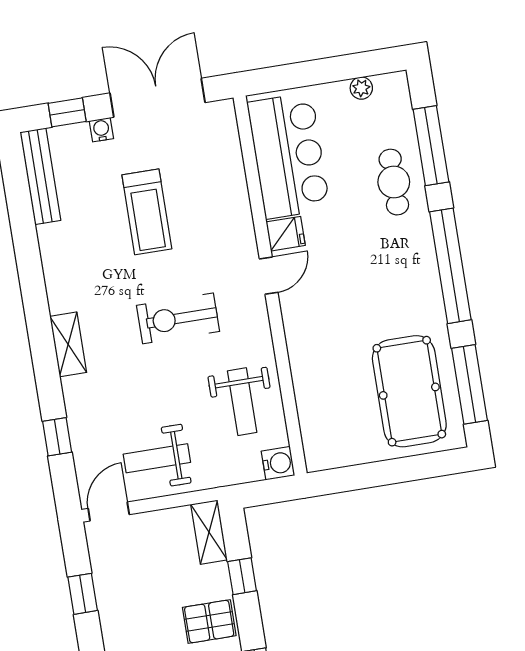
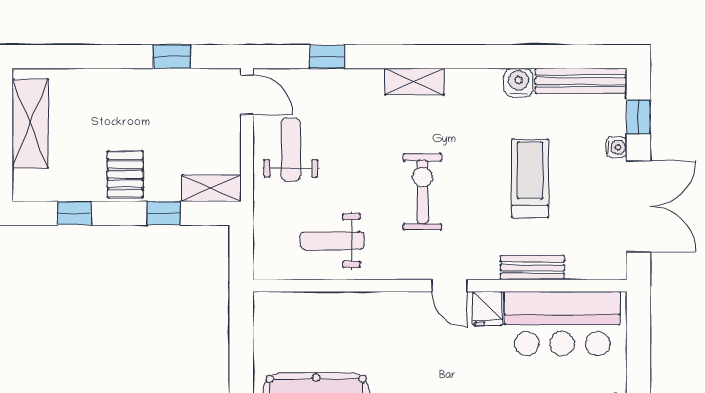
bench: (237, 195) -> (533, 268), added
treadmill: (147, 212) -> (530, 178), turned 90
water cooler: (278, 463) -> (519, 83), moved, turned 180

